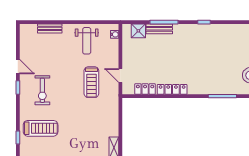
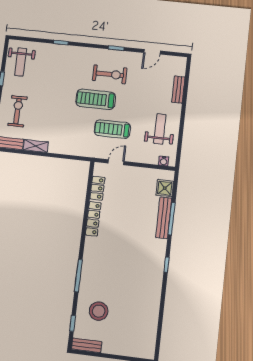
bench: (159, 29) -> (164, 218), width x1.36
weight bench: (87, 41) -> (160, 129), turned 90
door: (18, 67) -> (152, 52), moved
exercise bike: (42, 90) -> (110, 74), turned 180
treadmill: (41, 128) -> (96, 99), moved, turned 90

